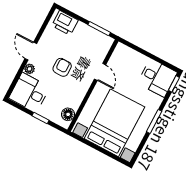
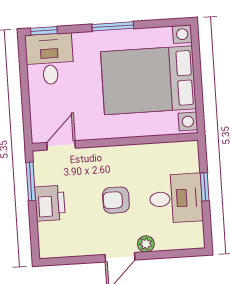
printer: (65, 23) -> (50, 203), moved
door: (100, 72) -> (61, 145), moved
desk: (29, 93) -> (176, 198), moved, turned -90
floor lamp: (68, 114) -> (176, 152), removed

